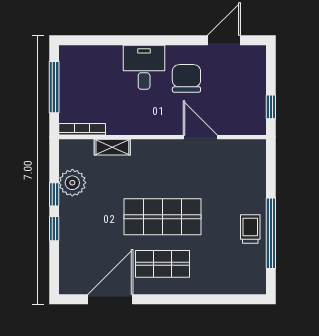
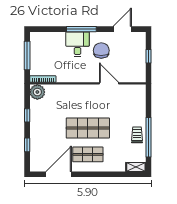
window: (151, 40) -> (81, 29), added
window: (271, 107) -> (149, 56), moved
shelving: (112, 147) -> (136, 167), moved
plant: (72, 183) -> (37, 92), moved
window: (54, 229) -> (27, 145), moved

